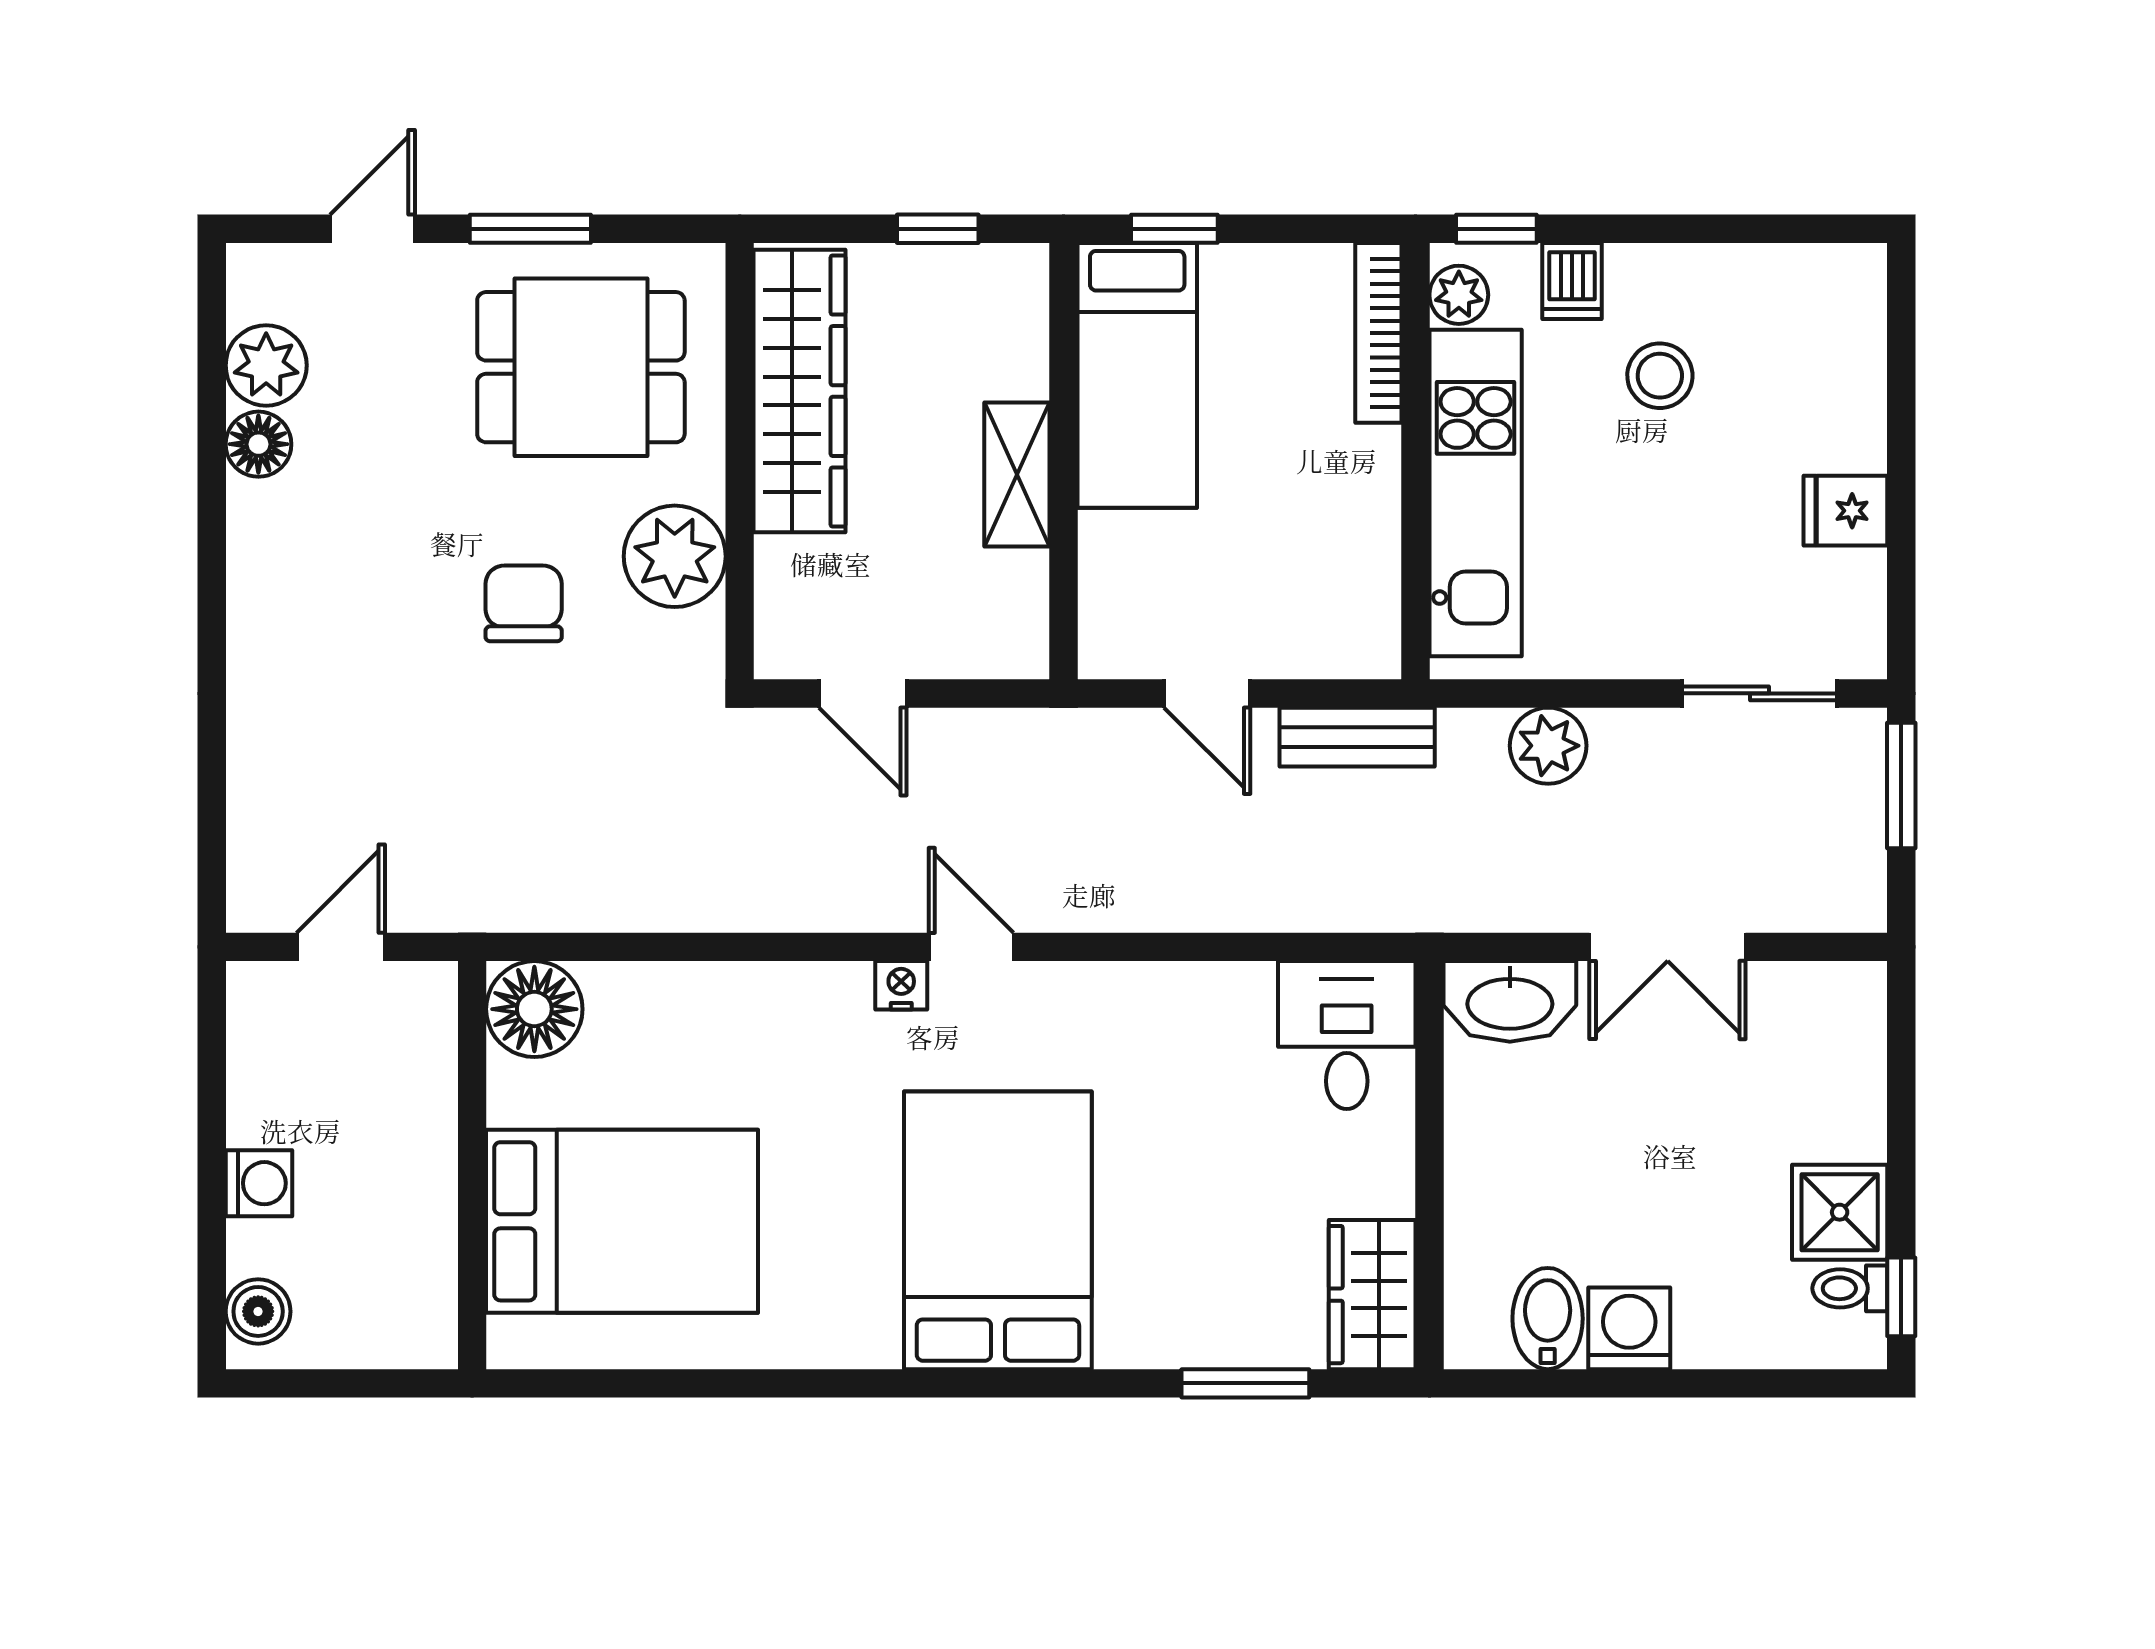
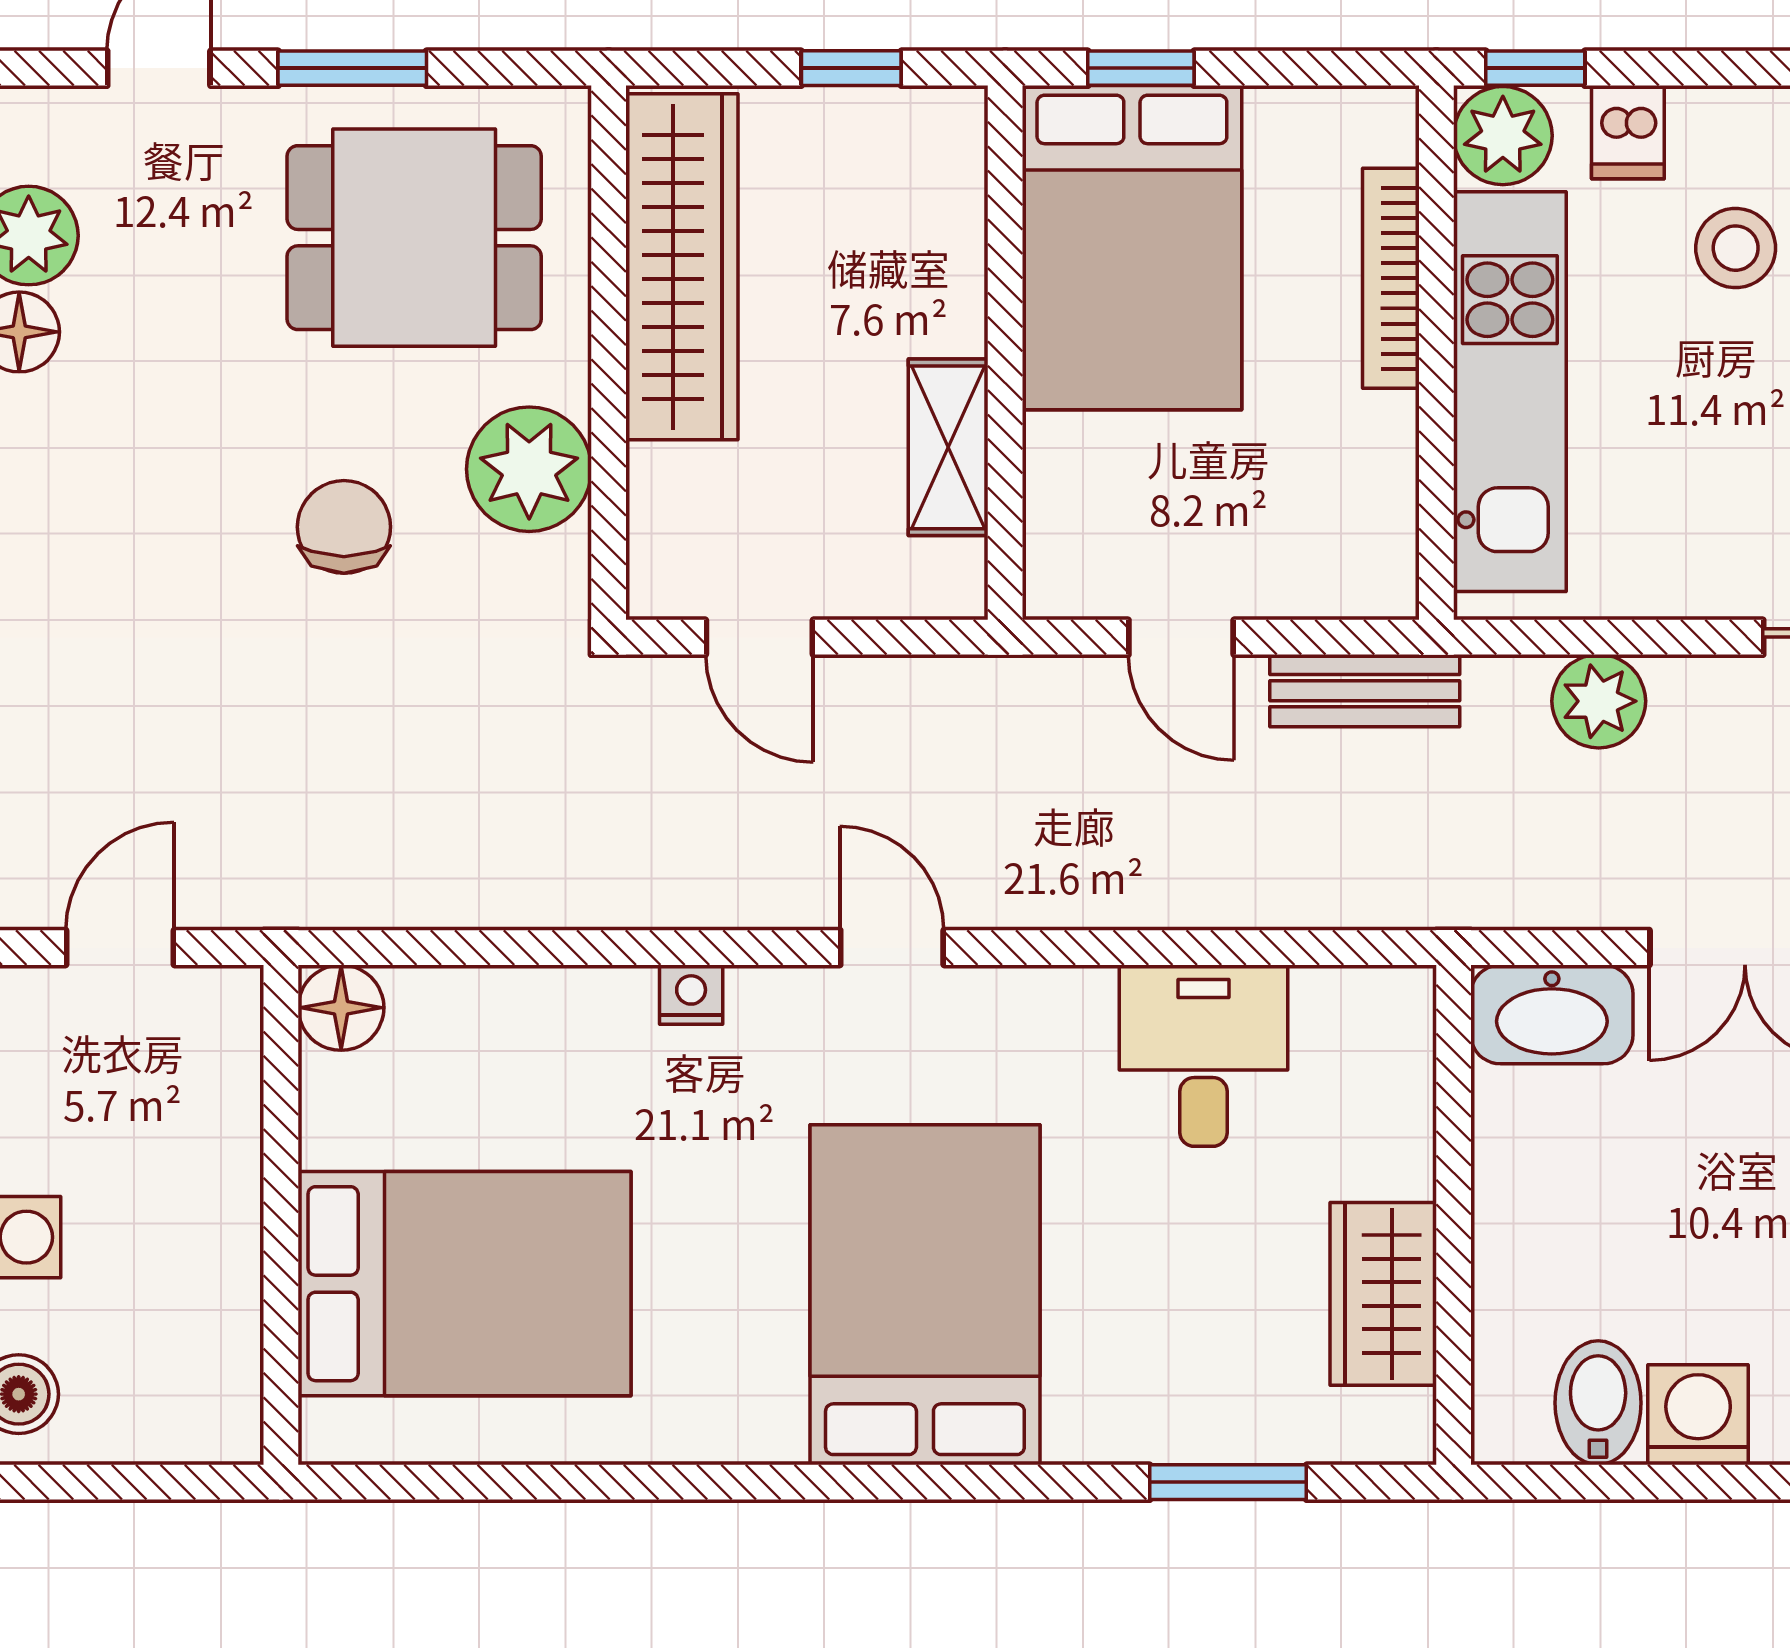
plant: (1459, 295) -> (1503, 136), width x1.38, depth x1.38
bookcase: (1378, 333) -> (1391, 278), moved
bed: (1137, 375) -> (1132, 248), width x1.50
shelving: (1017, 474) -> (948, 447), moved
nightstand: (901, 985) -> (691, 995), moved
floor lamp: (534, 1009) -> (341, 1008), width x0.73, depth x0.73
desk: (1347, 1035) -> (1204, 1056), moved
wardrobe: (1372, 1295) -> (1383, 1294), moved

